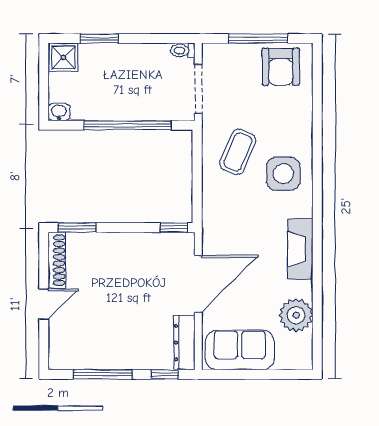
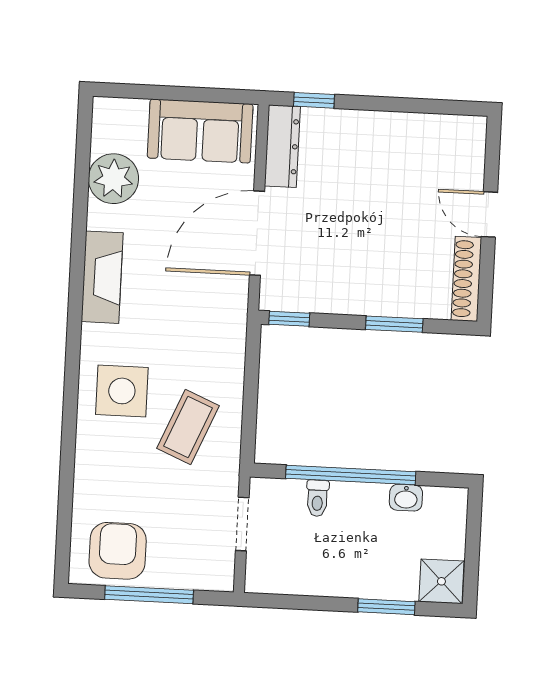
toilet: (183, 50) -> (317, 498), moved, turned 90
doorway: (198, 89) -> (242, 524), width x0.73
washbasin: (59, 112) -> (406, 498), moved
window: (77, 228) -> (394, 324), moved
door: (44, 304) -> (489, 214), hinge flipped
window: (103, 374) -> (407, 105), removed

